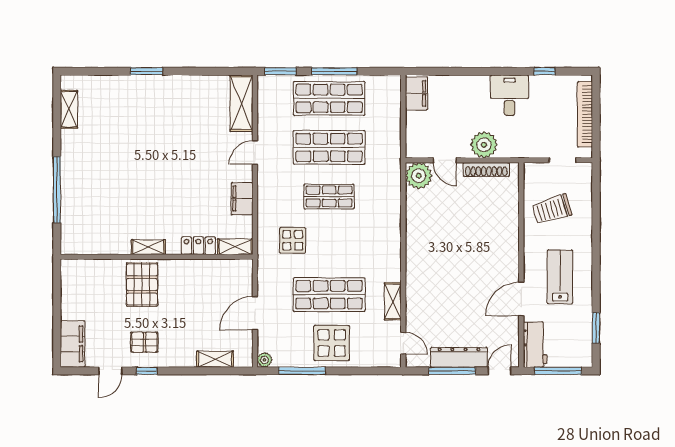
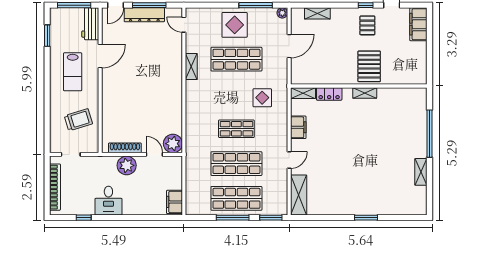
shelving: (69, 109) -> (421, 172), moved
shelving: (393, 301) -> (191, 67), moved
pallet: (144, 342) -> (367, 25), turned 90

